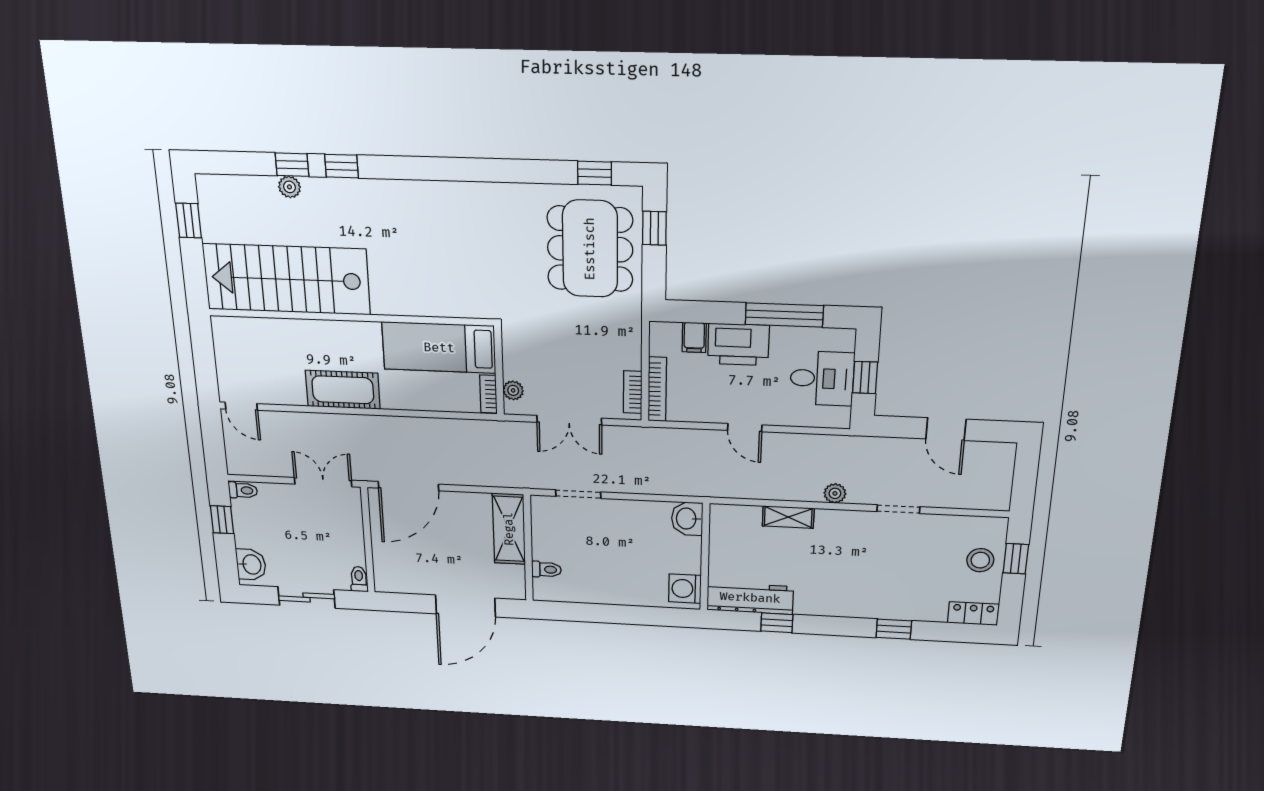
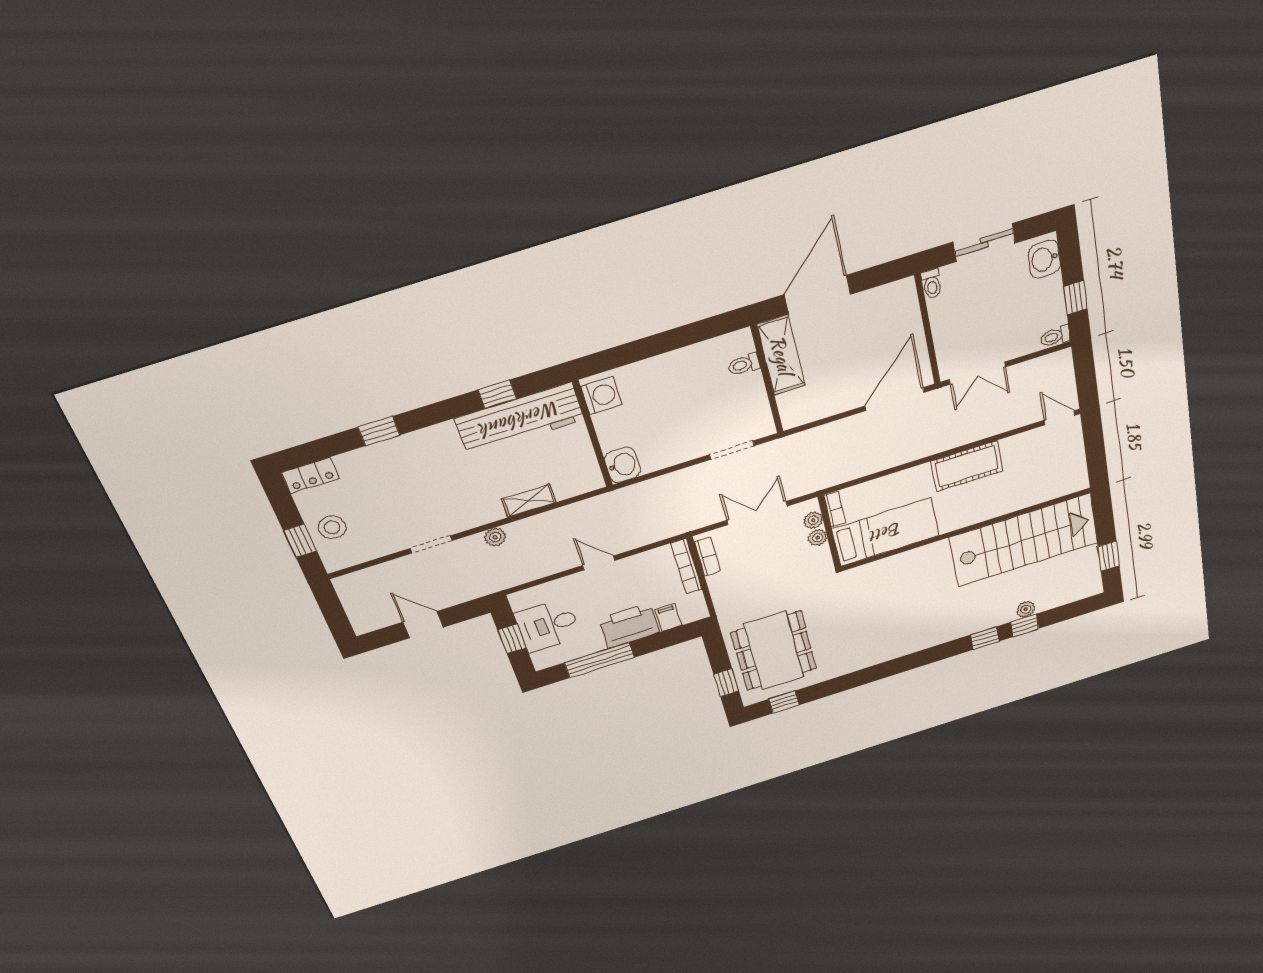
plant: (513, 369) -> (818, 538), added
shelving: (509, 529) -> (781, 355), moved
workbench: (750, 598) -> (520, 419), width x1.36, depth x1.32

